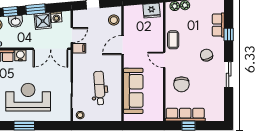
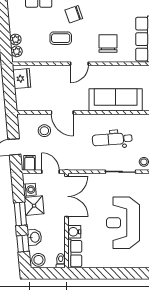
stool: (114, 20) -> (44, 131), moved
coffee table: (173, 40) -> (61, 38), moved
filing cabinet: (79, 48) -> (30, 163), moved
chair: (181, 84) -> (108, 44), turned -90

